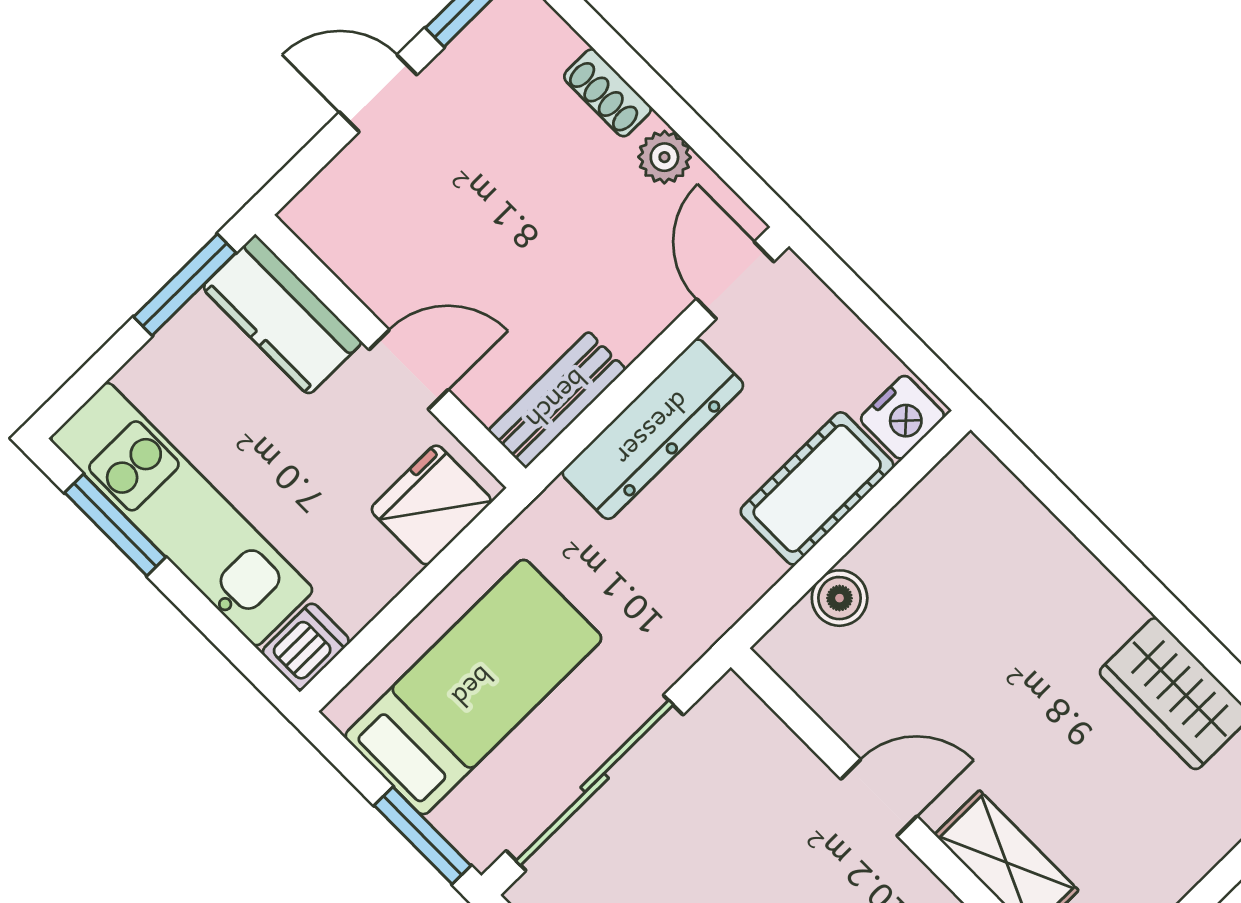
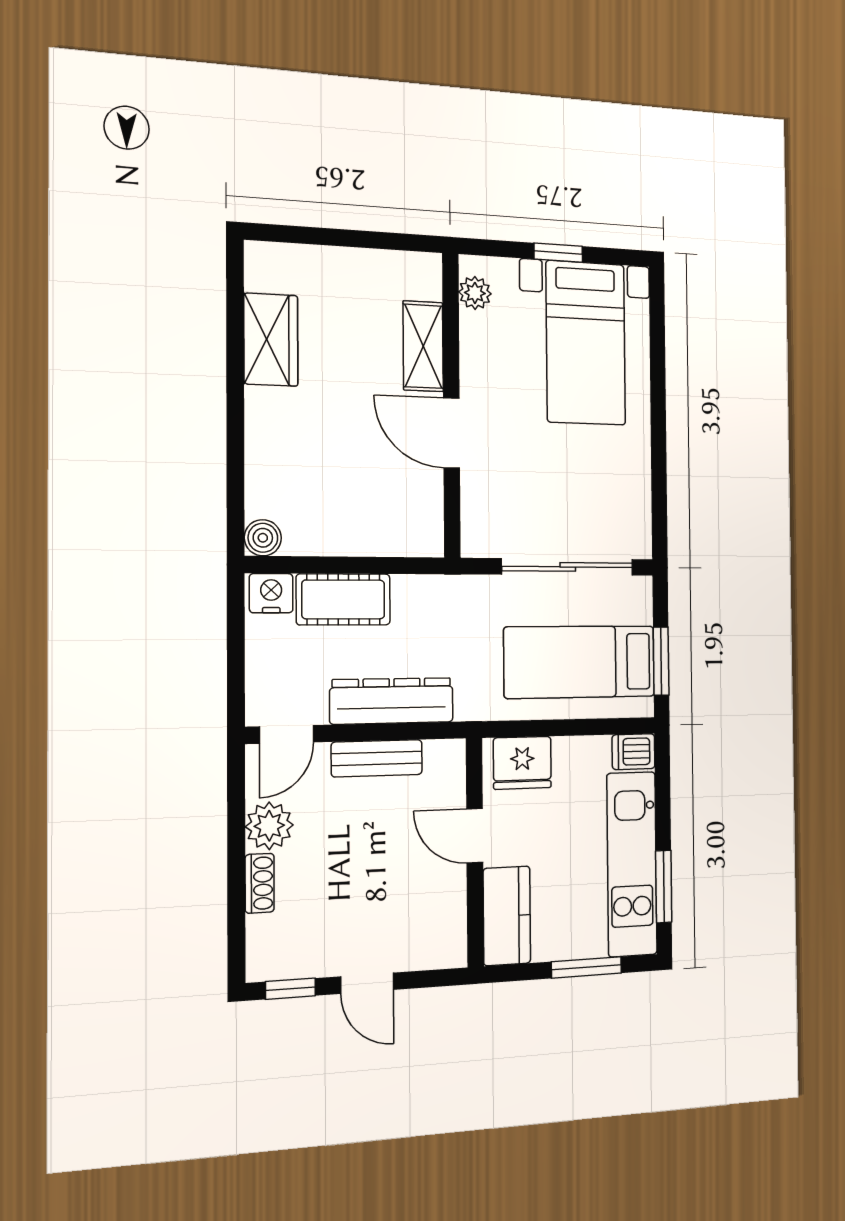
plant: (664, 157) -> (269, 826), width x1.38, depth x1.38
window: (185, 285) -> (587, 967), moved
bench: (557, 400) -> (377, 758), moved
boiler: (840, 598) -> (263, 538), moved
door: (879, 798) -> (451, 433), width x1.38
window: (423, 836) -> (661, 661), moved

